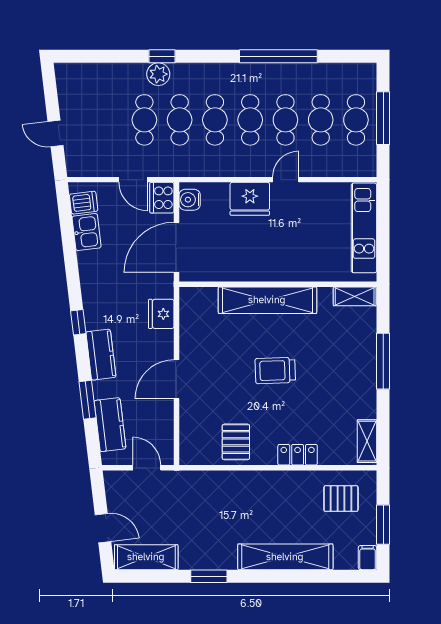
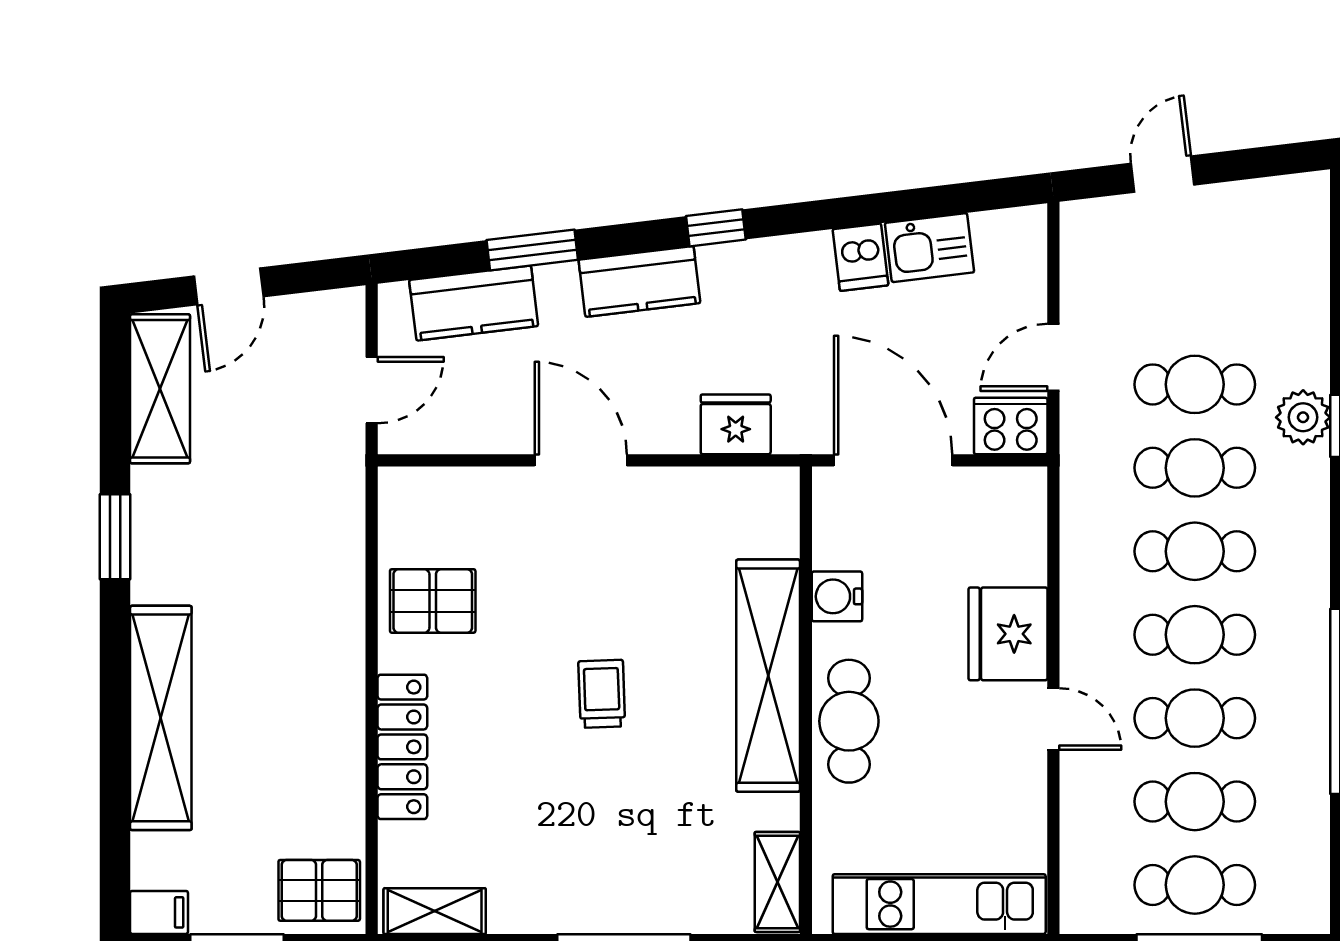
water cooler: (190, 200) -> (837, 596), moved, turned -90
dishwasher: (84, 203) -> (860, 257), moved
cafe table: (287, 266) -> (849, 721), added
trolley: (275, 370) -> (602, 694), width x0.73, depth x0.72
locker: (298, 455) -> (402, 747), width x1.53
pallet: (341, 499) -> (319, 890), moved, turned 90

